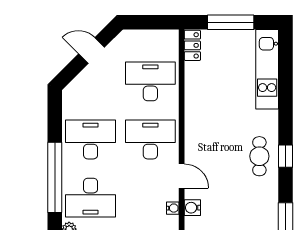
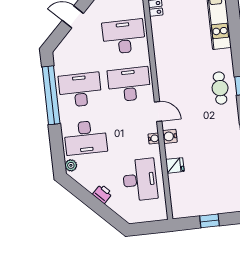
window: (55, 177) -> (51, 95), moved

